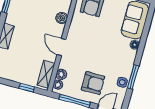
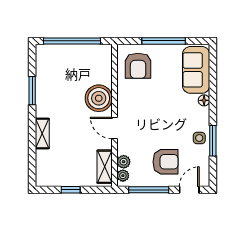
boiler: (62, 18) -> (99, 98), width x1.86, depth x1.86
side table: (122, 82) -> (199, 138), moved
window: (27, 88) -> (71, 190), moved

